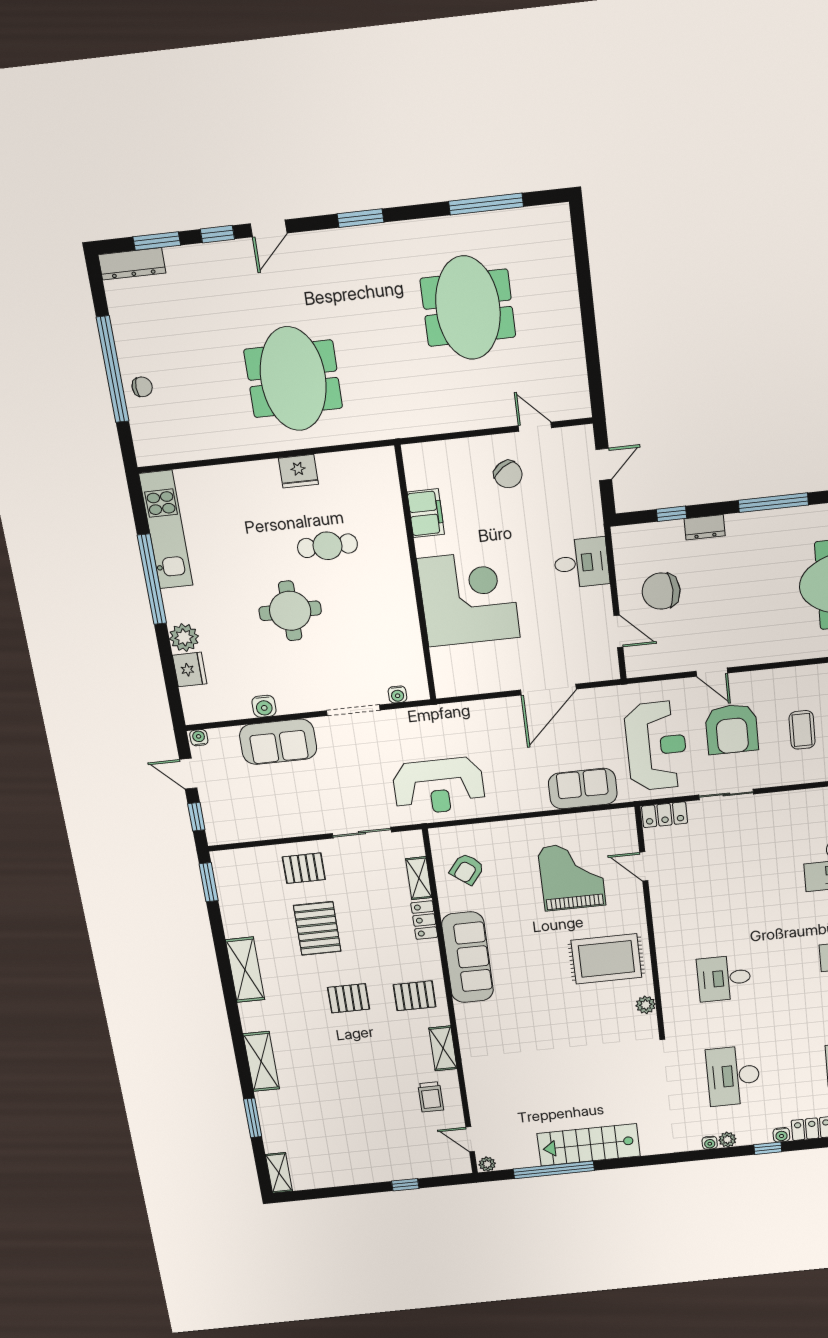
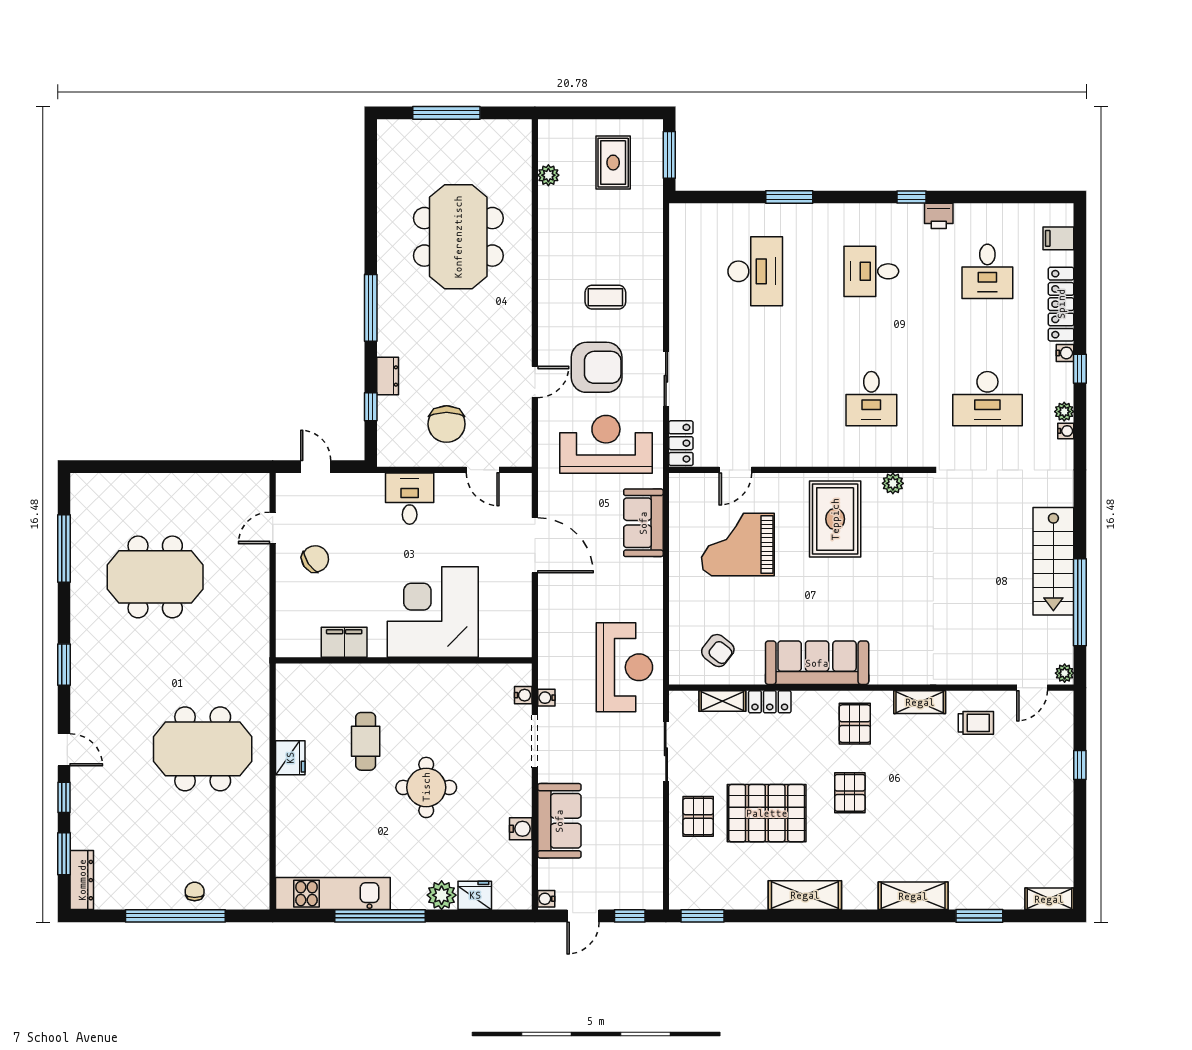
door: (618, 631) -> (483, 470), swing flipped
water cooler: (398, 717) -> (546, 698), added
pallet: (317, 928) -> (767, 813), width x1.37, depth x1.41

